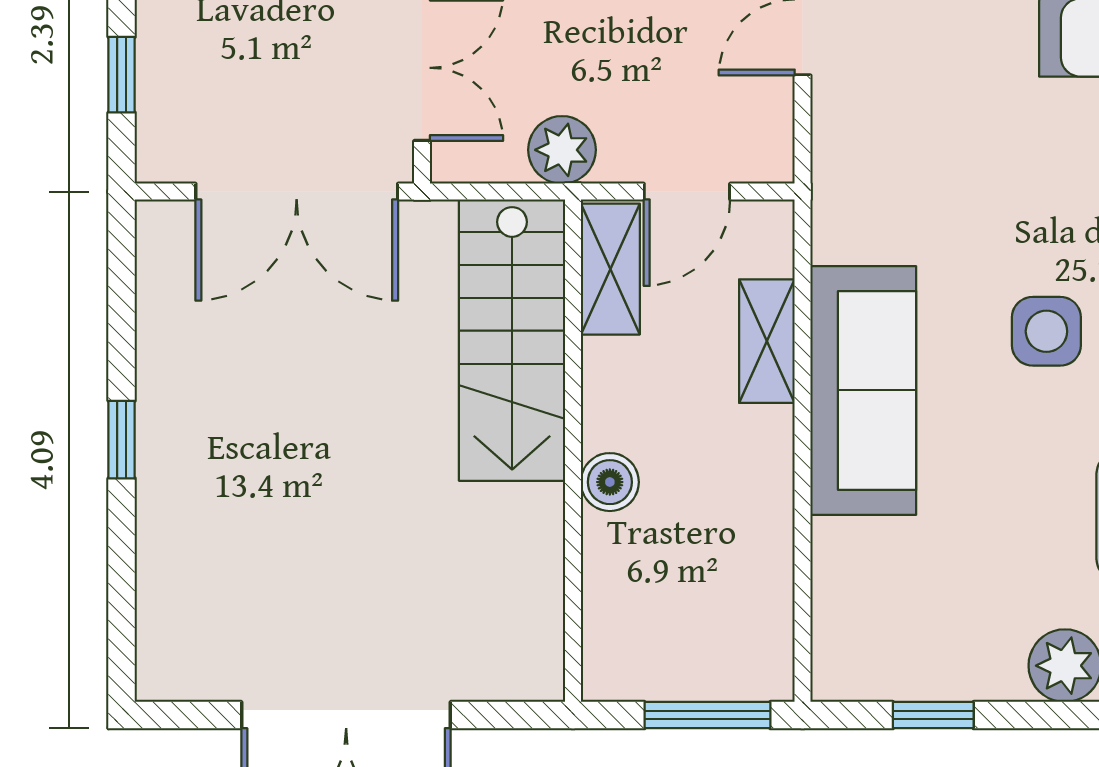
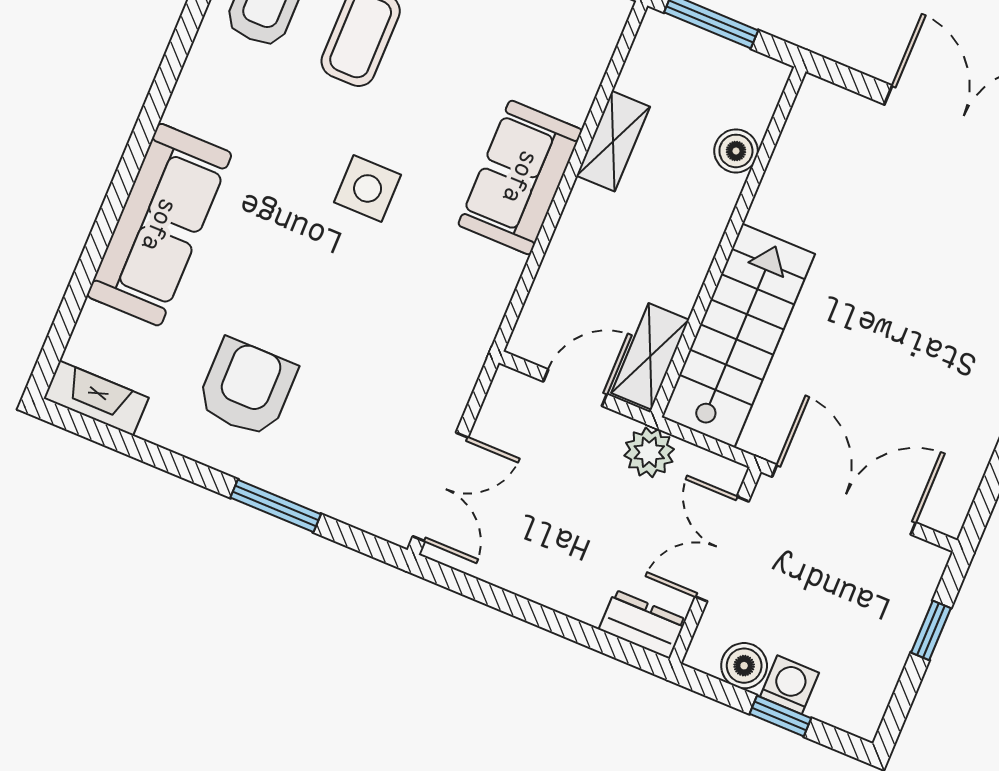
shelving: (767, 341) -> (613, 141), moved
sofa: (863, 390) -> (520, 177), width x0.73
boiler: (610, 482) -> (736, 151), moved

